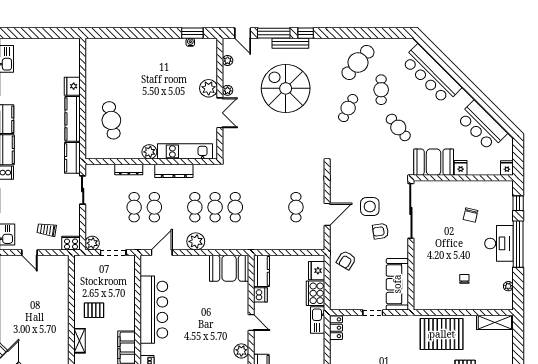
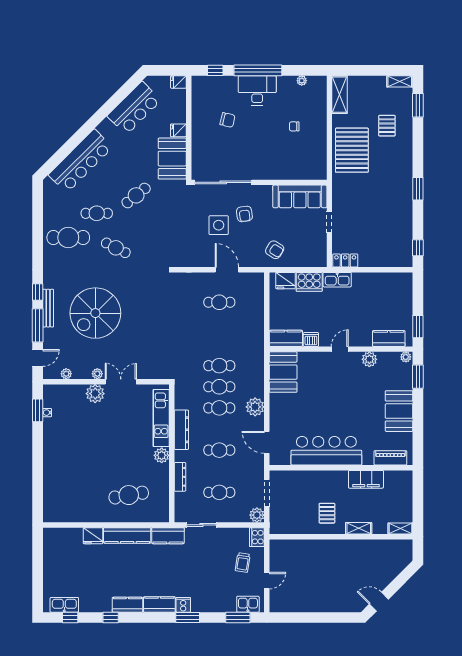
cafe table: (358, 62) -> (68, 238), turned -41
cafe table: (134, 207) -> (219, 492), moved

